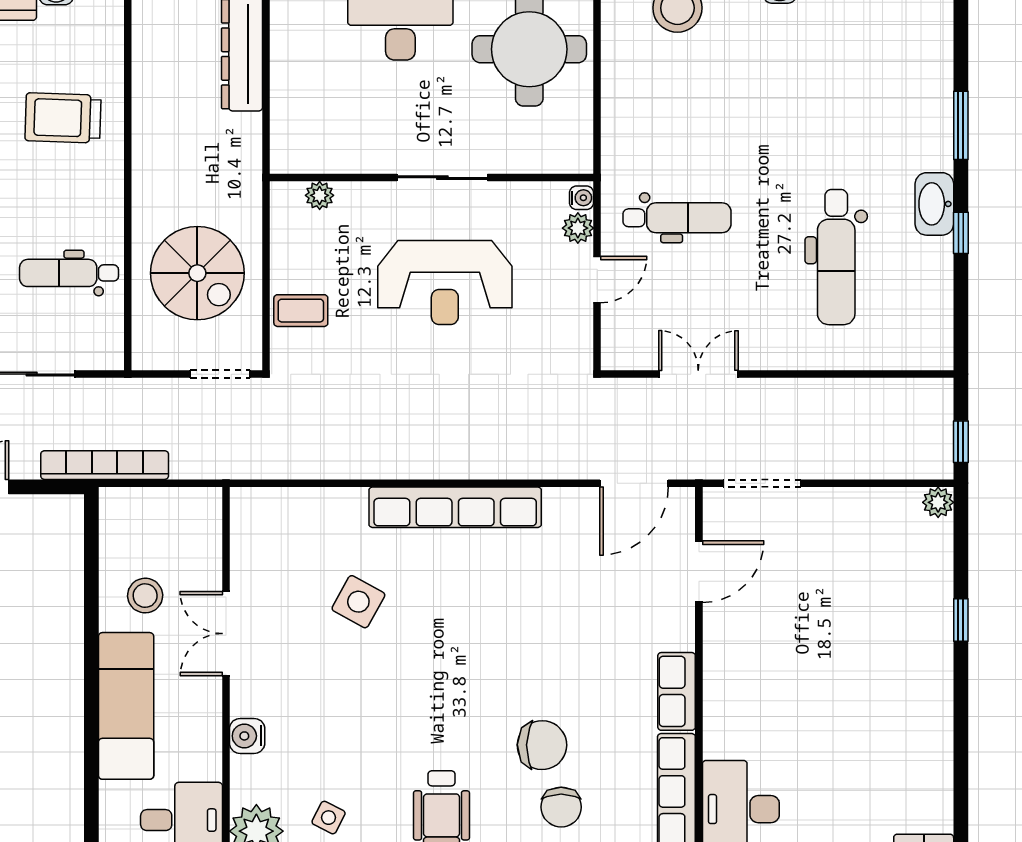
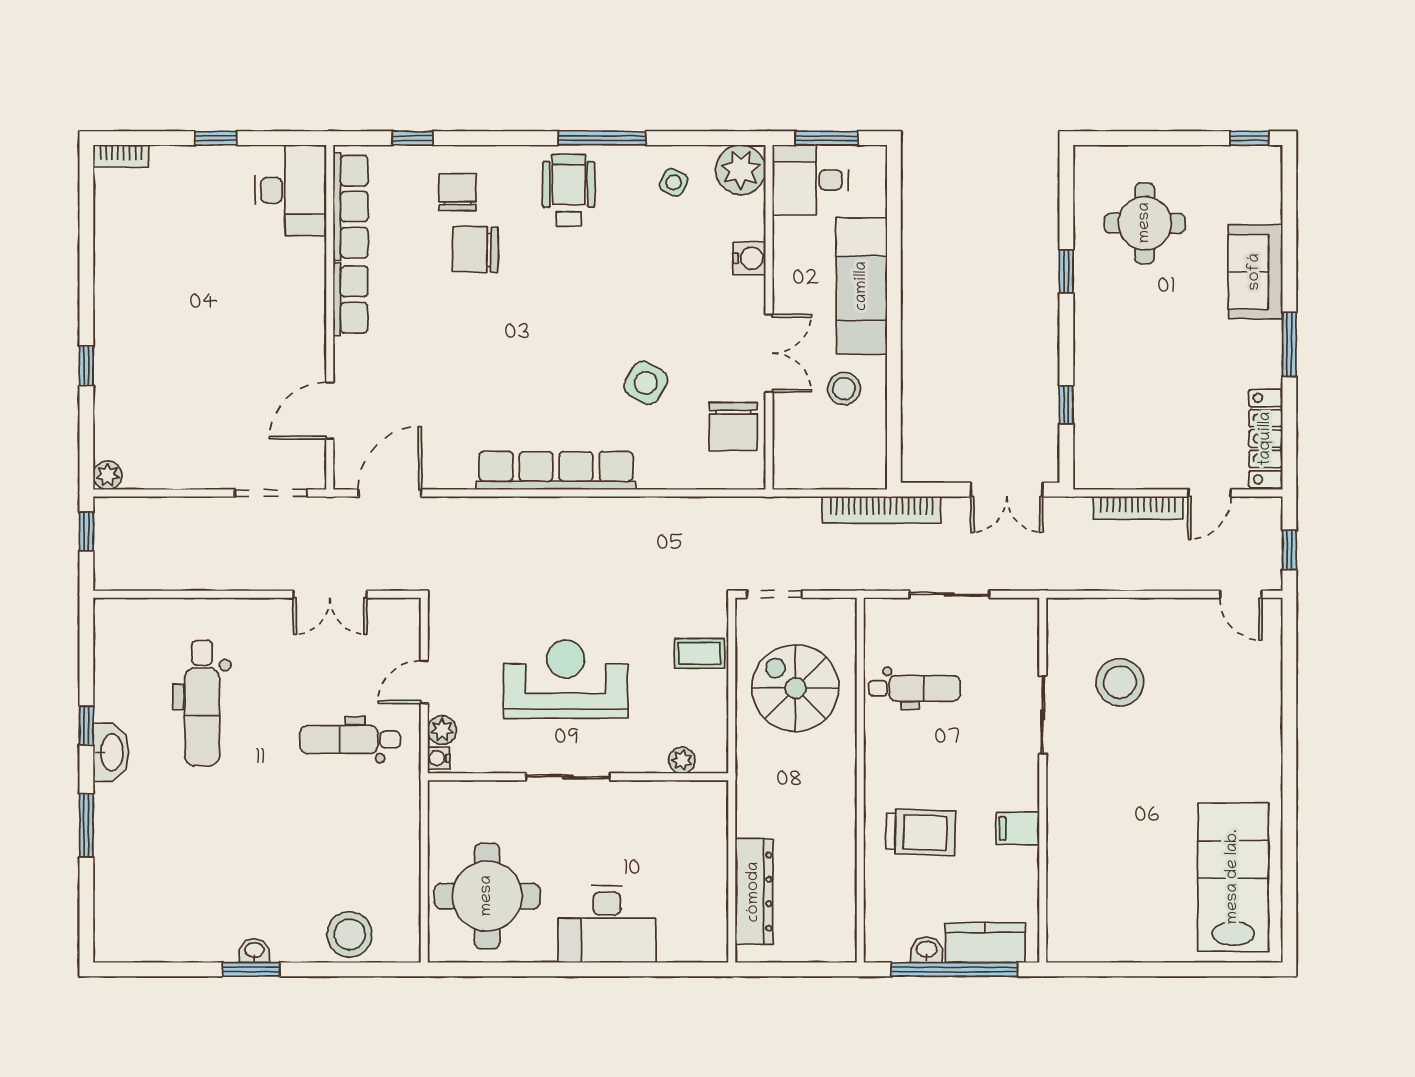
dental chair: (836, 257) -> (202, 703), turned 180
chair: (264, 555) -> (733, 427), added

